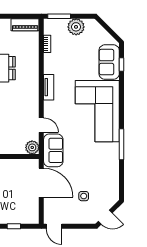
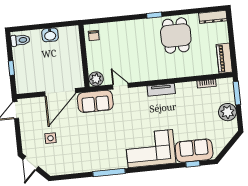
corner sofa: (97, 111) -> (150, 149), width x0.73, depth x0.74
door: (41, 125) -> (120, 86), swing flipped

